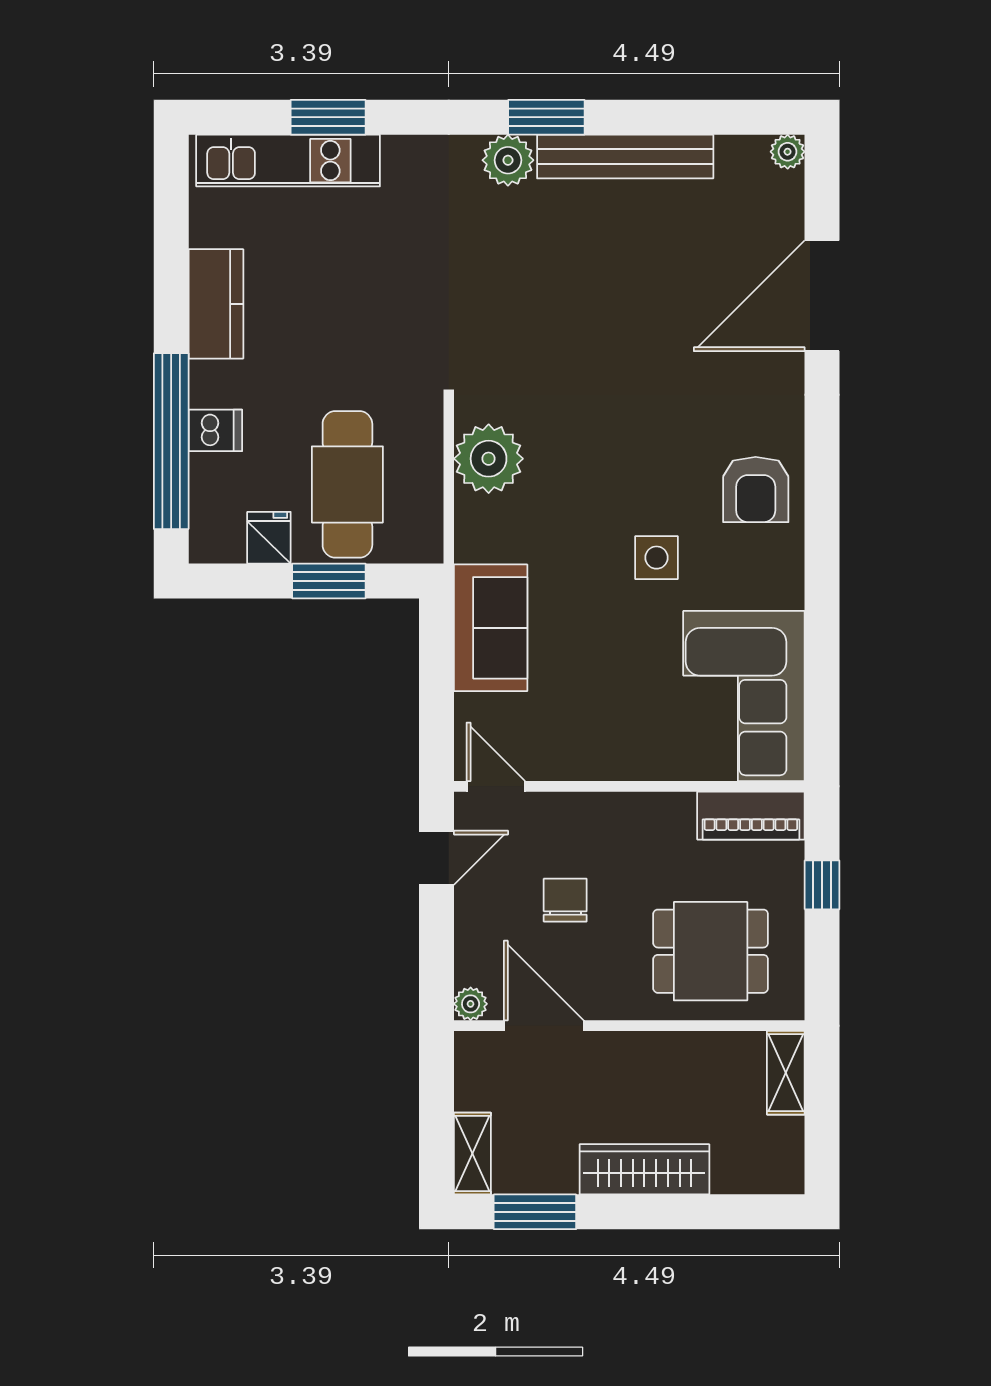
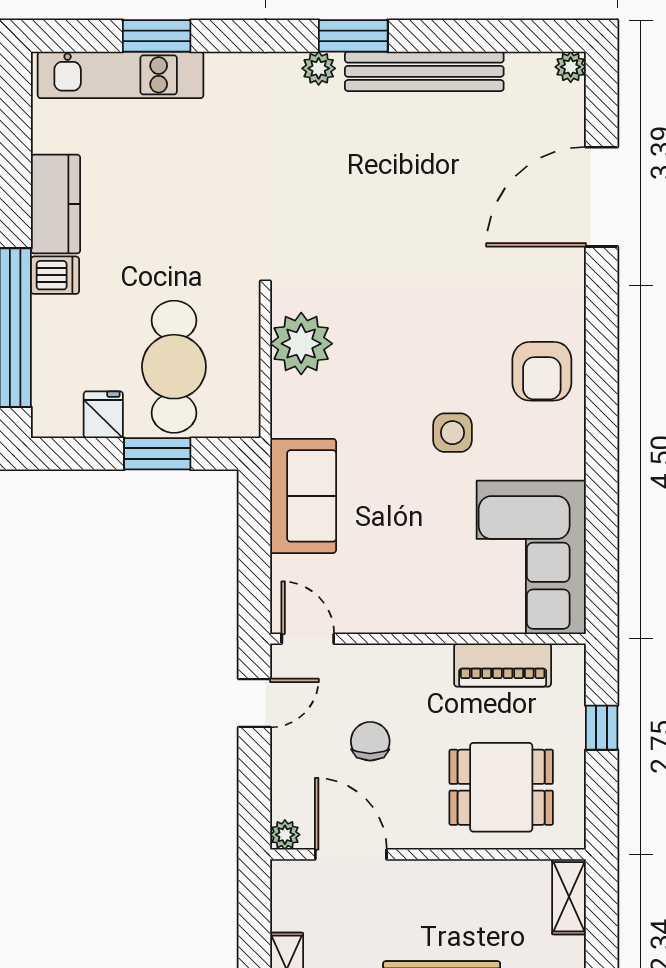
plant: (508, 160) -> (319, 68), width x0.73, depth x0.73
dishwasher: (215, 430) -> (55, 275), moved
piano: (751, 816) -> (503, 665), moved

